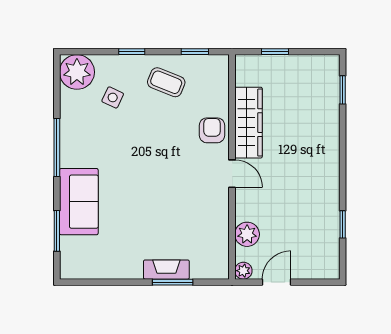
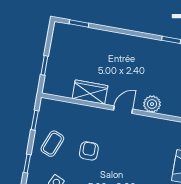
wardrobe: (249, 123) -> (90, 92), width x0.67
armchair: (212, 130) -> (89, 151), moved, turned 90
plant: (247, 234) -> (152, 104), moved

